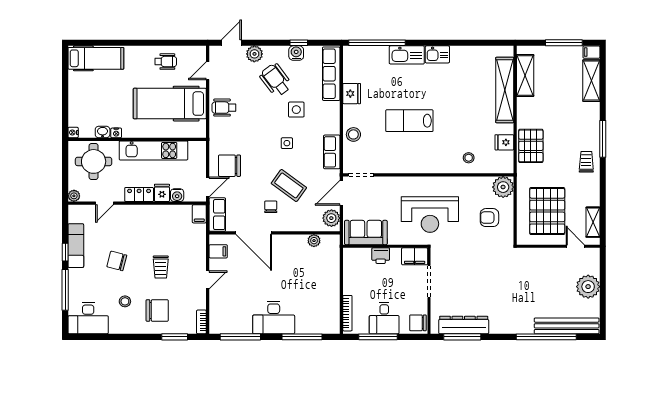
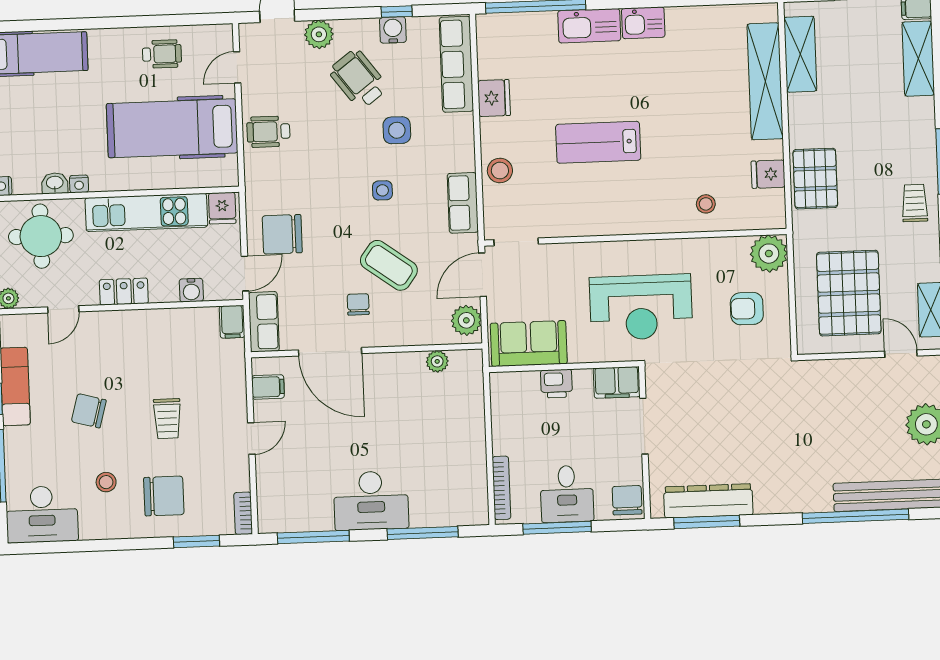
fridge: (162, 193) -> (222, 208), moved, turned 180
chair: (418, 323) -> (627, 500), turned 90

